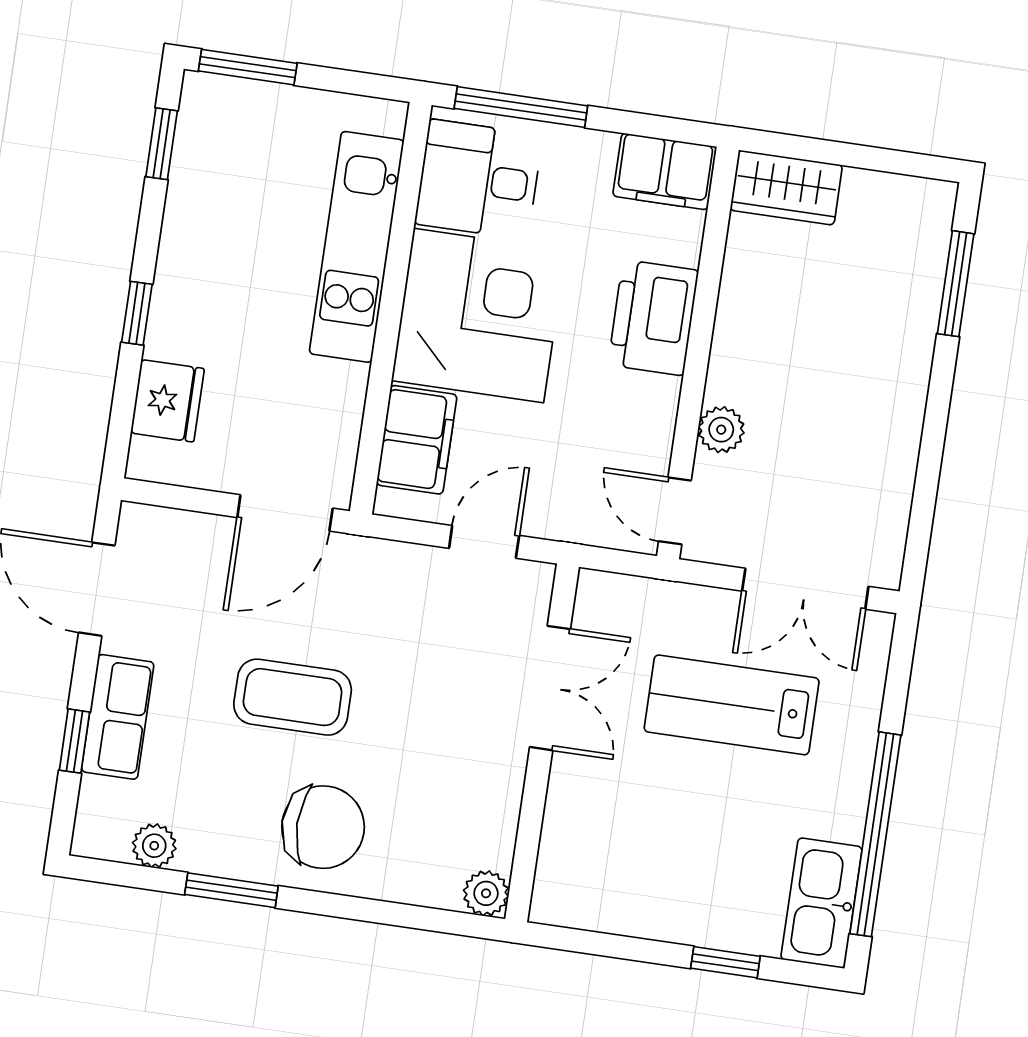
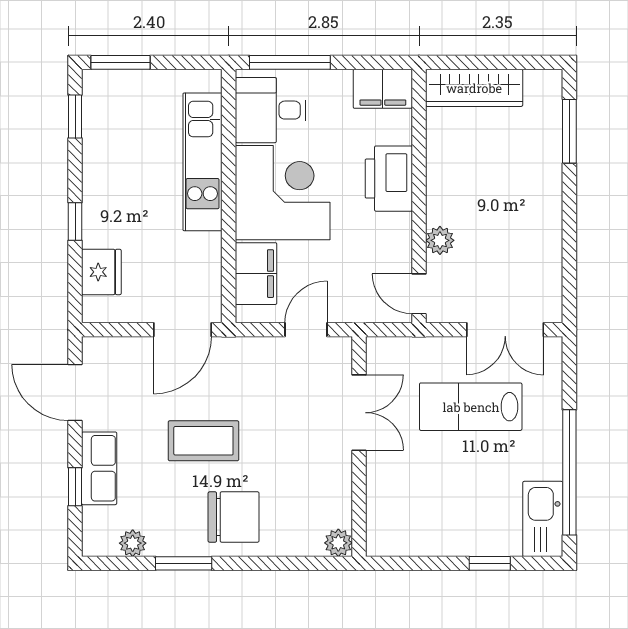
wardrobe: (786, 188) -> (474, 88), width x1.50

